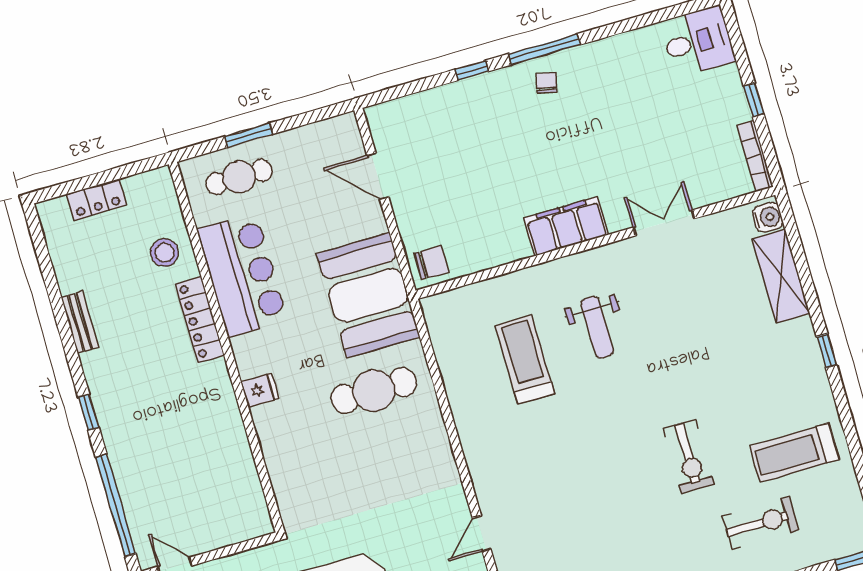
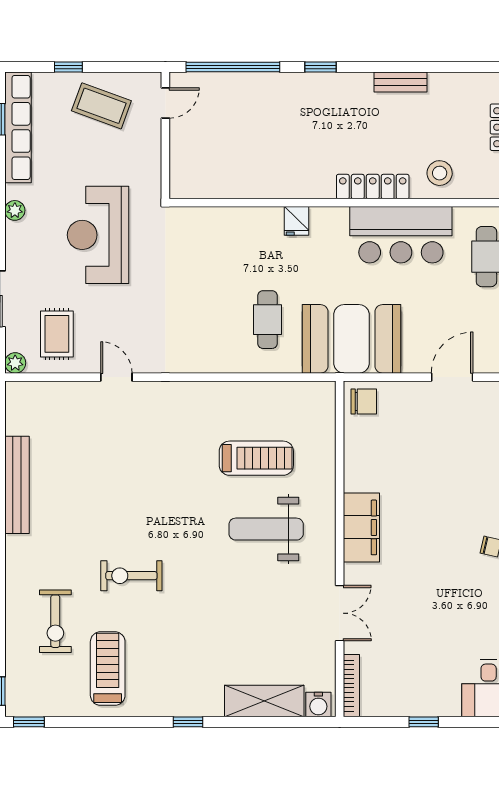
bookcase: (755, 156) -> (351, 686), moved, turned 90
chair: (431, 263) -> (364, 402), turned -90
weight bench: (597, 327) -> (266, 529), width x1.36, depth x1.33
cafe table: (374, 391) -> (267, 320), width x0.73, depth x0.74

